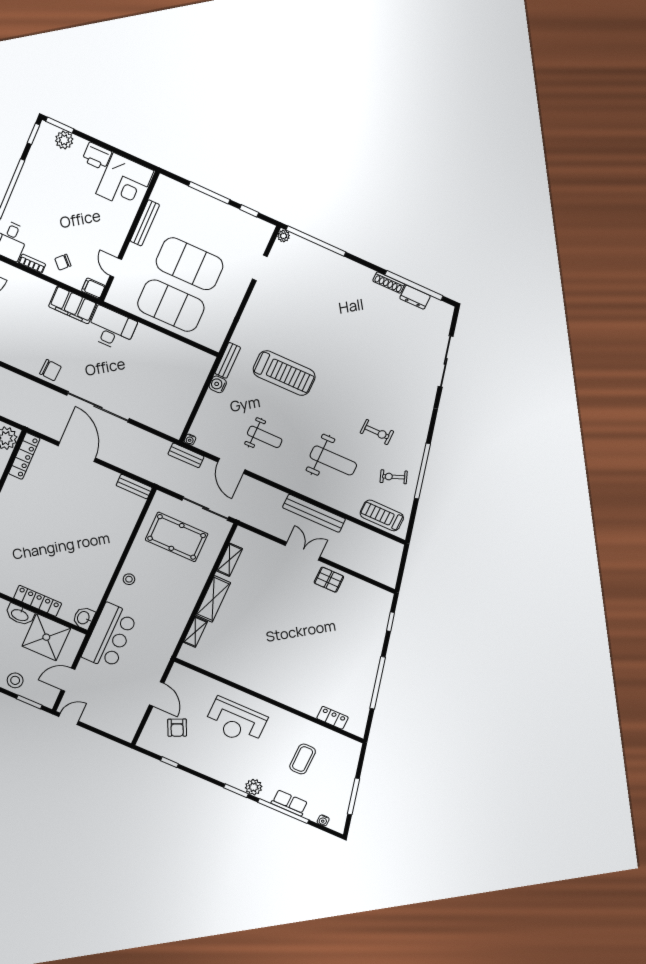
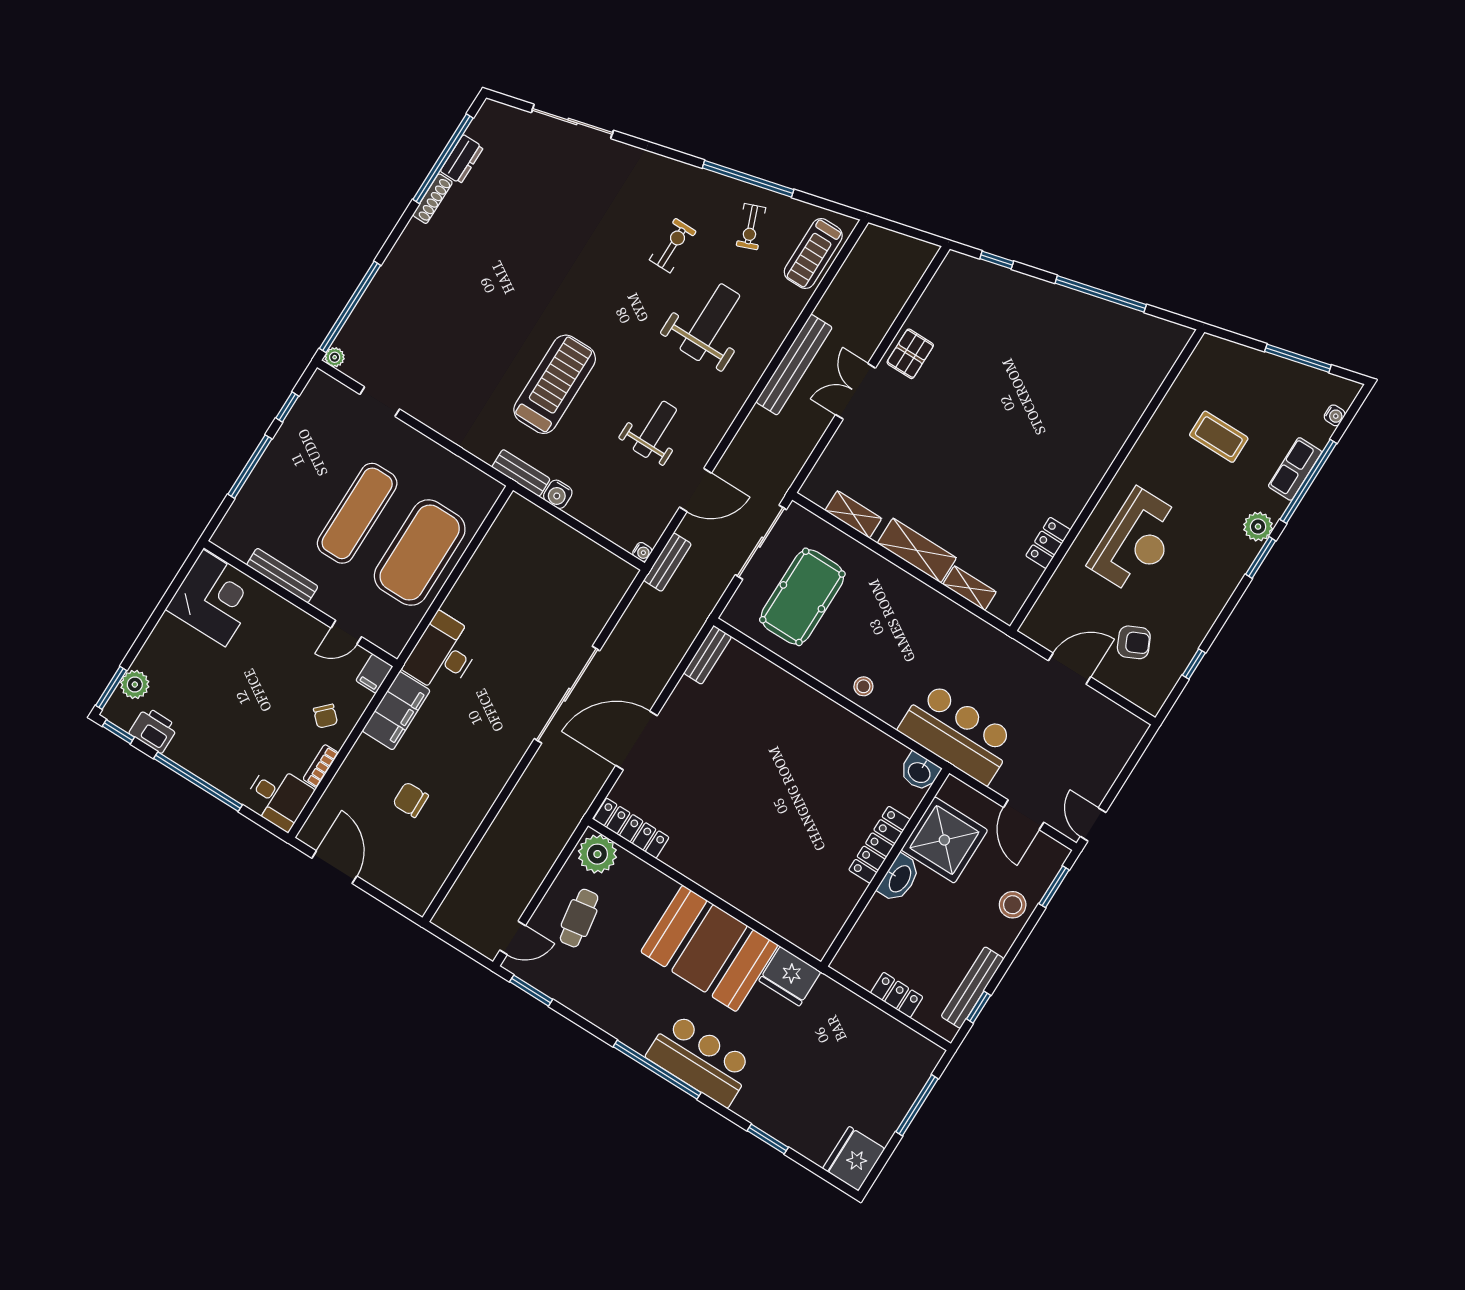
printer: (97, 156) -> (154, 730), moved, turned -90
exercise mat: (190, 264) -> (357, 513), width x0.68
chair: (50, 370) -> (411, 800), moved, turned -94
locker: (332, 718) -> (1048, 543), moved

